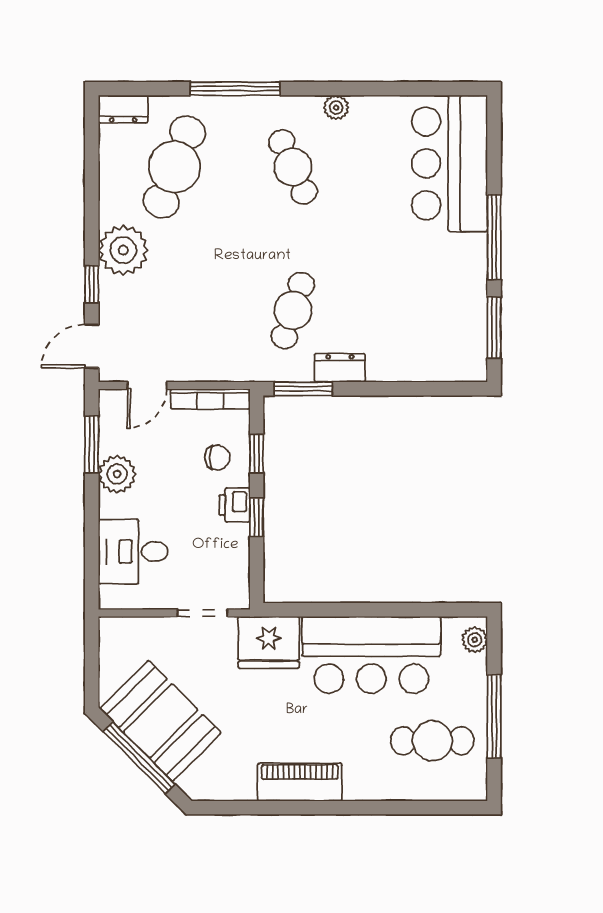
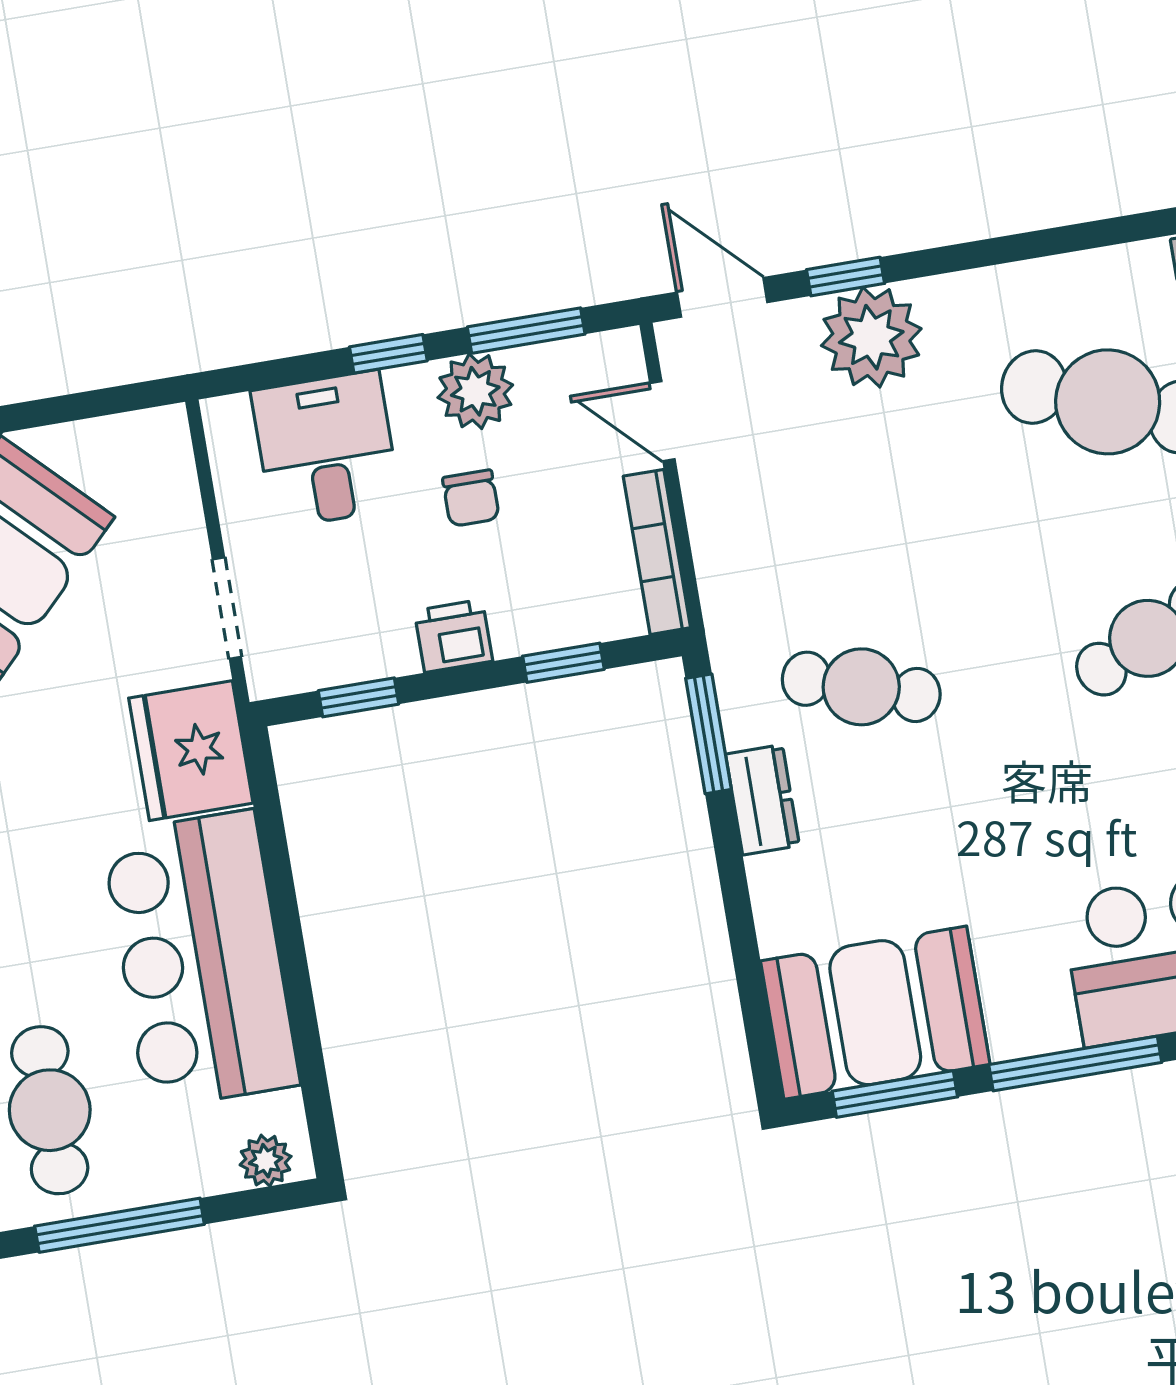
plant: (123, 250) -> (871, 337), moved
booth: (453, 330) -> (875, 1013), added
chair: (217, 457) -> (471, 498), moved
window: (92, 513) -> (388, 354), added
window: (257, 517) -> (359, 697), moved

